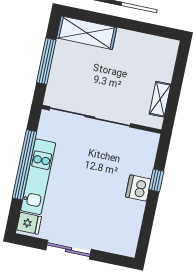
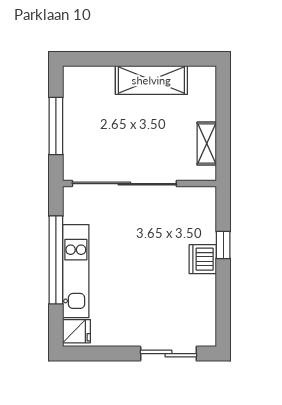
shelving: (87, 33) -> (151, 80), moved
sliding door: (69, 250) -> (168, 354), moved

